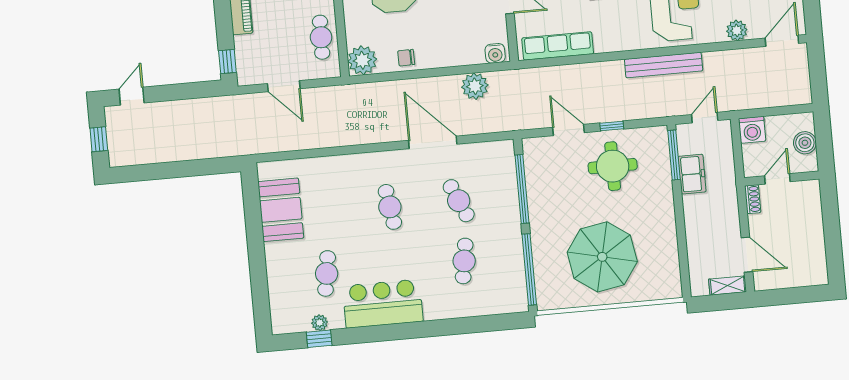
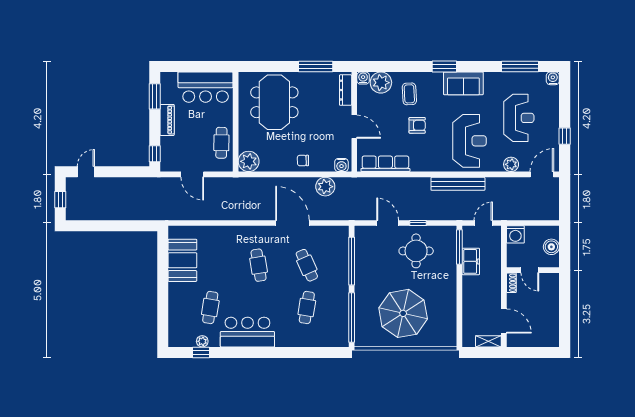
chair: (406, 58) -> (303, 160), moved
door: (777, 179) -> (530, 270), swing flipped

